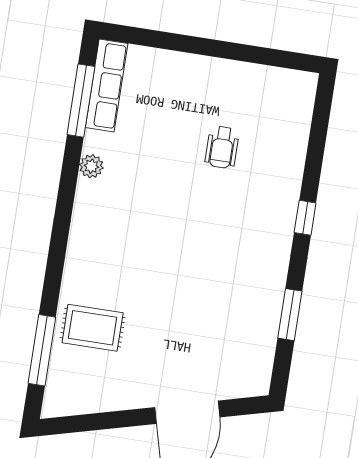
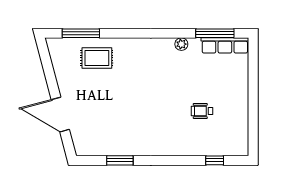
window: (305, 218) -> (215, 160), moved
rug: (93, 328) -> (97, 58), turned 90

